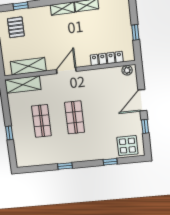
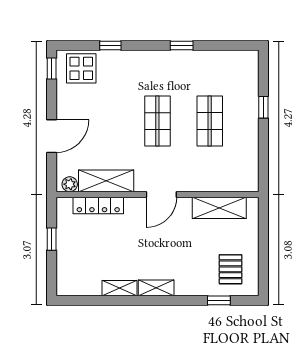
shelving: (23, 85) -> (106, 181), moved
window: (145, 126) -> (52, 69), moved

